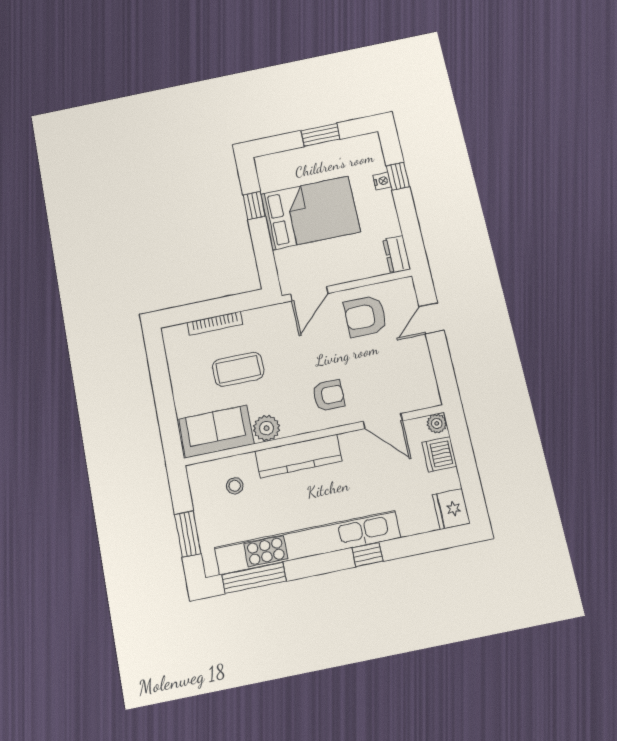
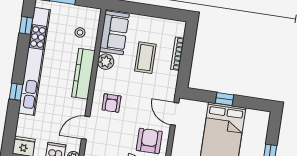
window: (254, 206) -> (225, 99), moved
window: (254, 578) -> (26, 25), width x0.46

